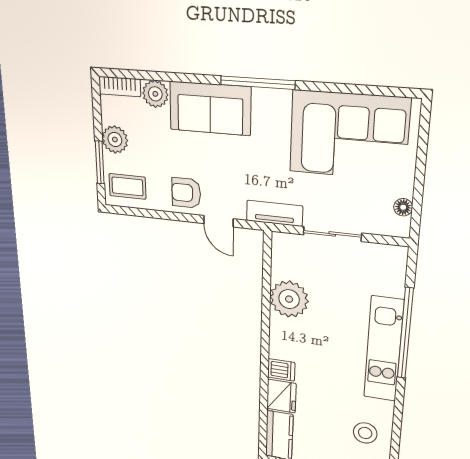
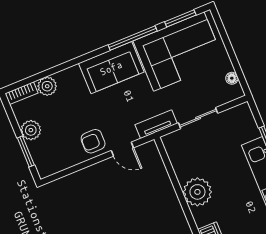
window: (258, 83) -> (133, 38), moved
window: (373, 90) -> (180, 18), added
sofa: (210, 108) -> (111, 68), moved
coffee table: (127, 186) -> (51, 158), removed
plant: (289, 299) -> (197, 192), moved

